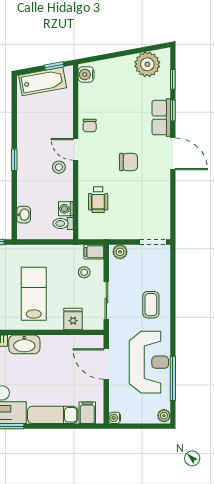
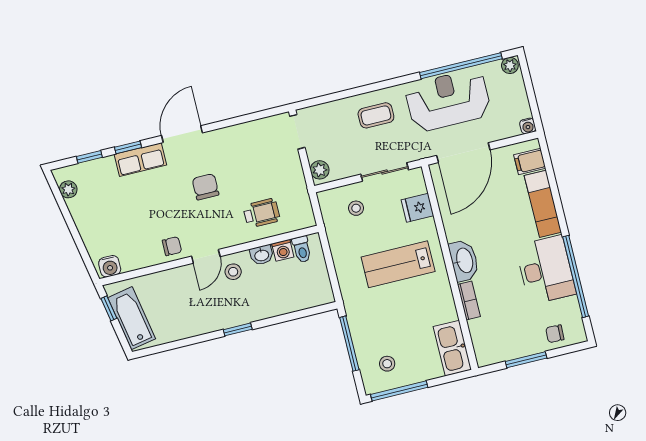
plant: (147, 64) -> (68, 189), width x0.53, depth x0.53
washbasin: (24, 215) -> (262, 255), moved, turned 180
filing cabinet: (94, 252) -> (328, 202), removed
door: (106, 364) -> (463, 153), width x1.36
window: (173, 378) -> (461, 66), width x1.46

